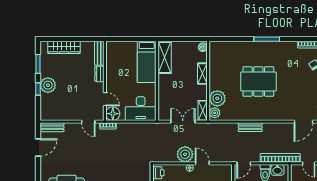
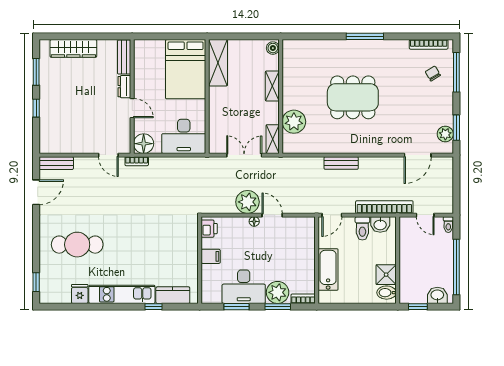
bed: (147, 62) -> (186, 69), width x1.50
plant: (48, 85) -> (50, 103), removed
door: (105, 99) -> (132, 108), moved
plant: (215, 113) -> (290, 142), removed

